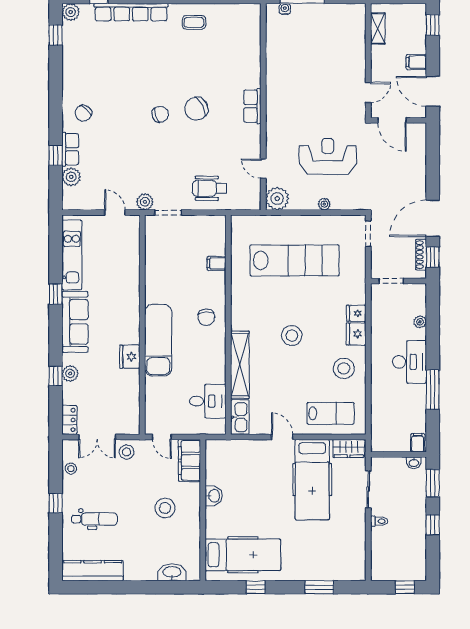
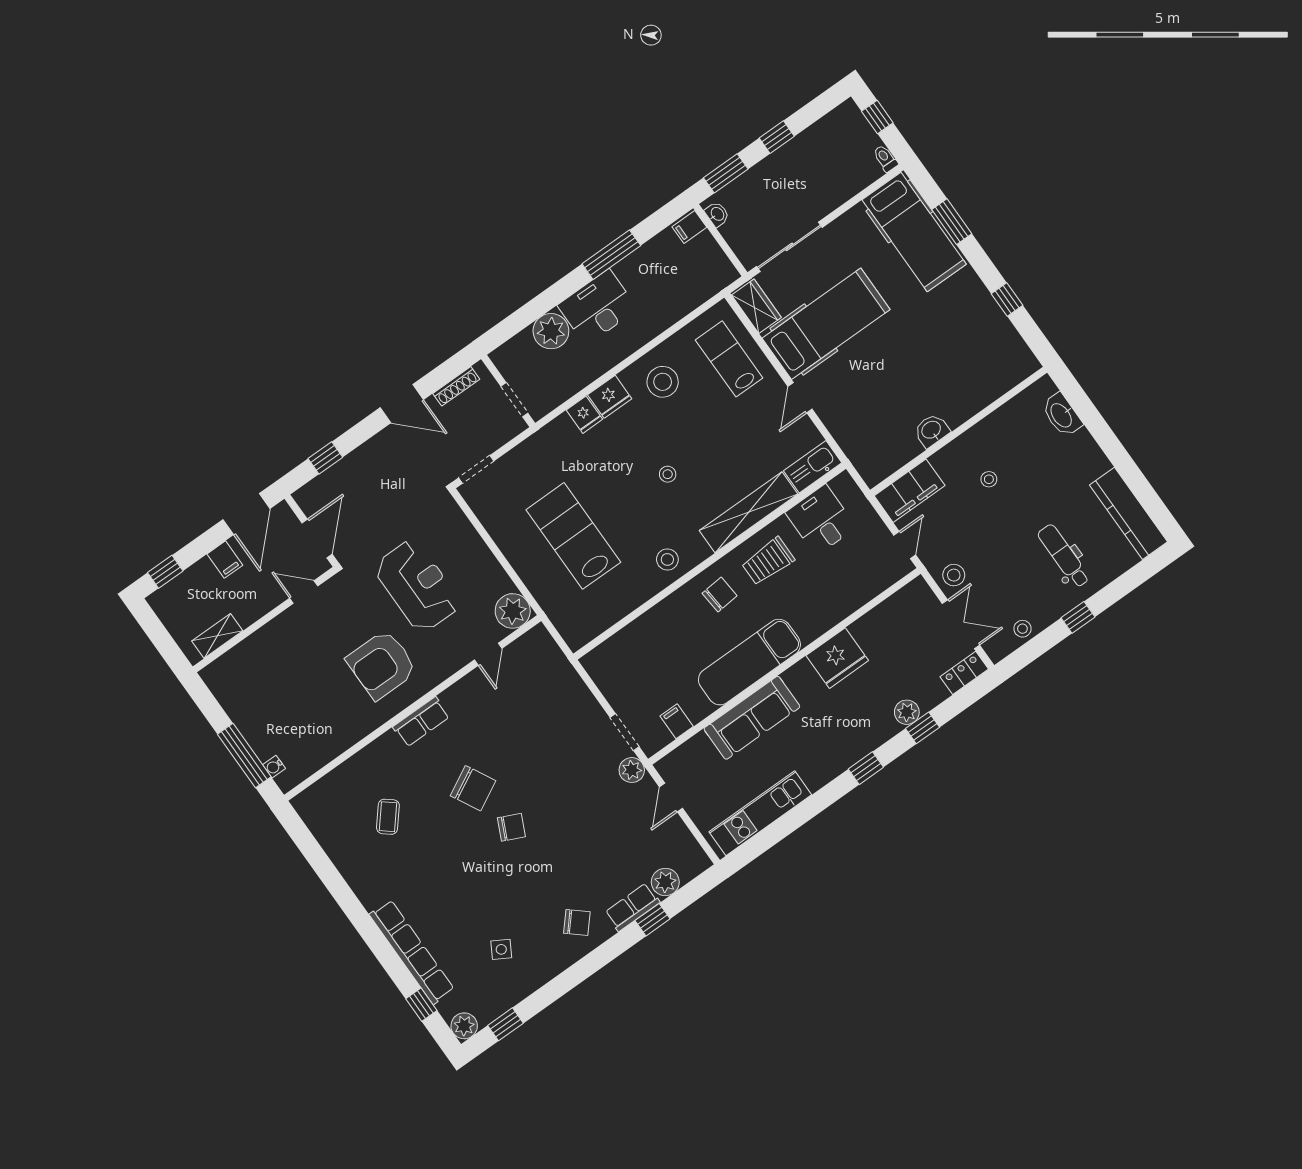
coffee table: (194, 22) -> (388, 817), moved, turned 40
side table: (98, 62) -> (501, 949), added
armchair: (299, 107) -> (382, 665), added
chair: (160, 114) -> (511, 827), turned 132
reception desk: (328, 156) -> (417, 586), turned 180
wheelchair: (210, 188) -> (559, 703), removed
plant: (324, 204) -> (479, 549), removed
door: (433, 218) -> (402, 404), width x0.73
window: (433, 257) -> (325, 458), moved
lab bench: (295, 260) -> (573, 536), width x0.73
filing cabinet: (216, 264) -> (677, 721), moved, turned 180
window: (56, 294) -> (866, 768), moved
stool: (246, 302) -> (667, 559), added
sofa: (75, 322) -> (752, 718), moved, turned 180
plant: (420, 322) -> (551, 331), width x1.87, depth x1.87
stool: (292, 335) -> (668, 474), width x0.53, depth x0.53
exam couch: (158, 340) -> (749, 662), moved
trolley: (206, 356) -> (768, 561), added
fridge: (130, 357) -> (837, 658), width x1.36, depth x1.34
sliding door: (368, 489) -> (789, 247), width x1.37
stool: (165, 508) -> (989, 479), width x0.53, depth x0.53
toilet: (379, 521) -> (885, 158), moved
hospital bed: (243, 555) -> (914, 232), moved, turned 180

